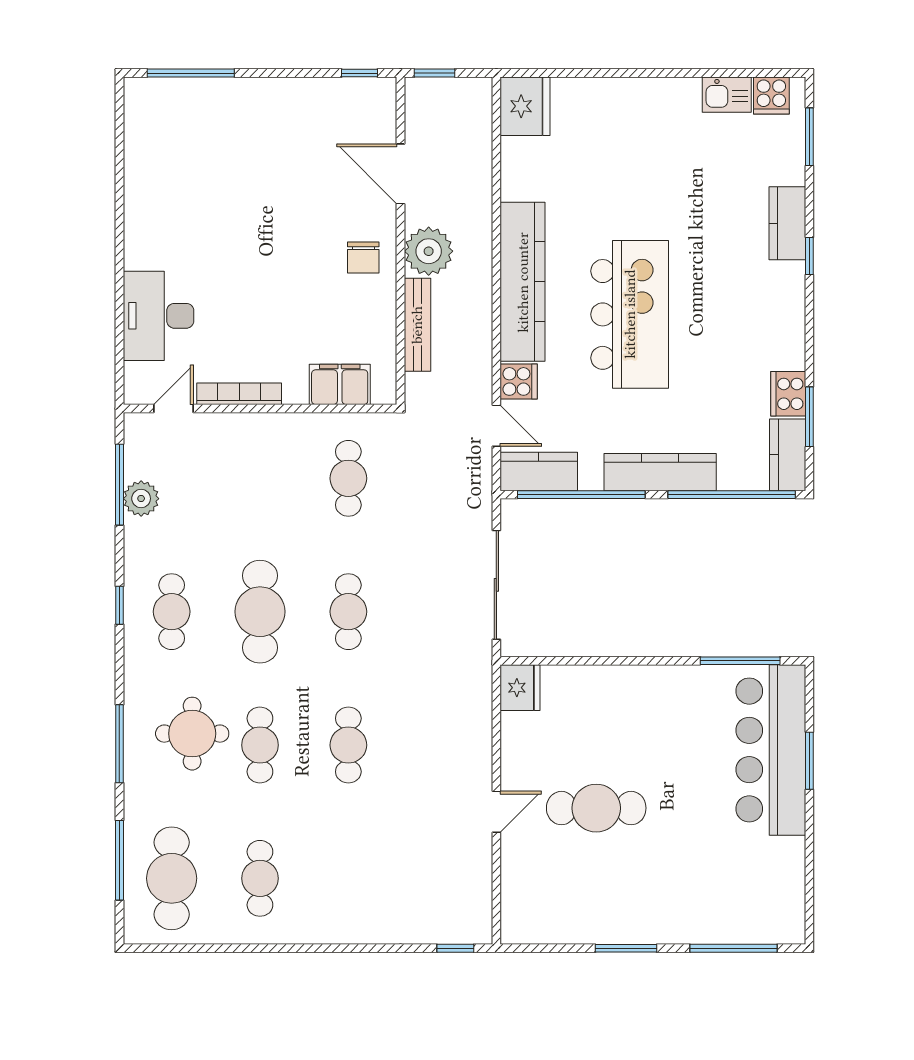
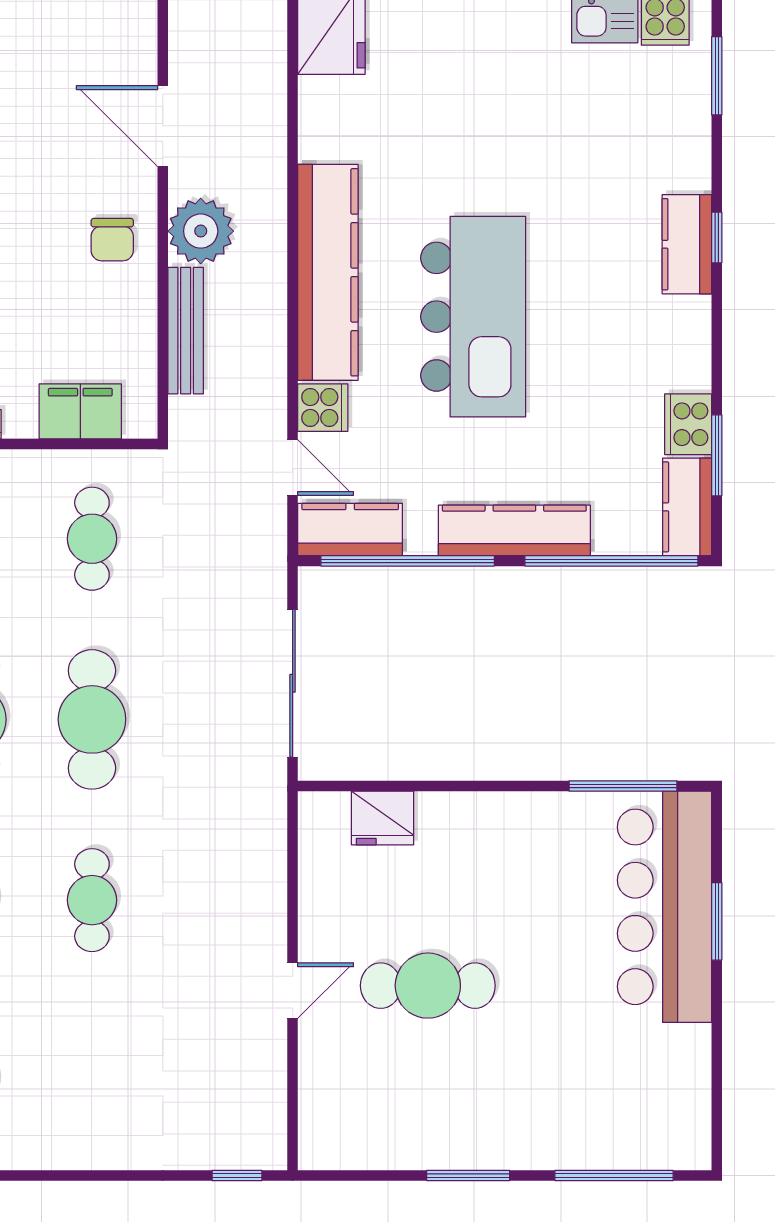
kitchen counter: (787, 223) -> (687, 244), moved
cafe table: (348, 612) -> (92, 719), width x1.37, depth x1.35
fridge: (520, 688) -> (382, 818), moved, turned 90

